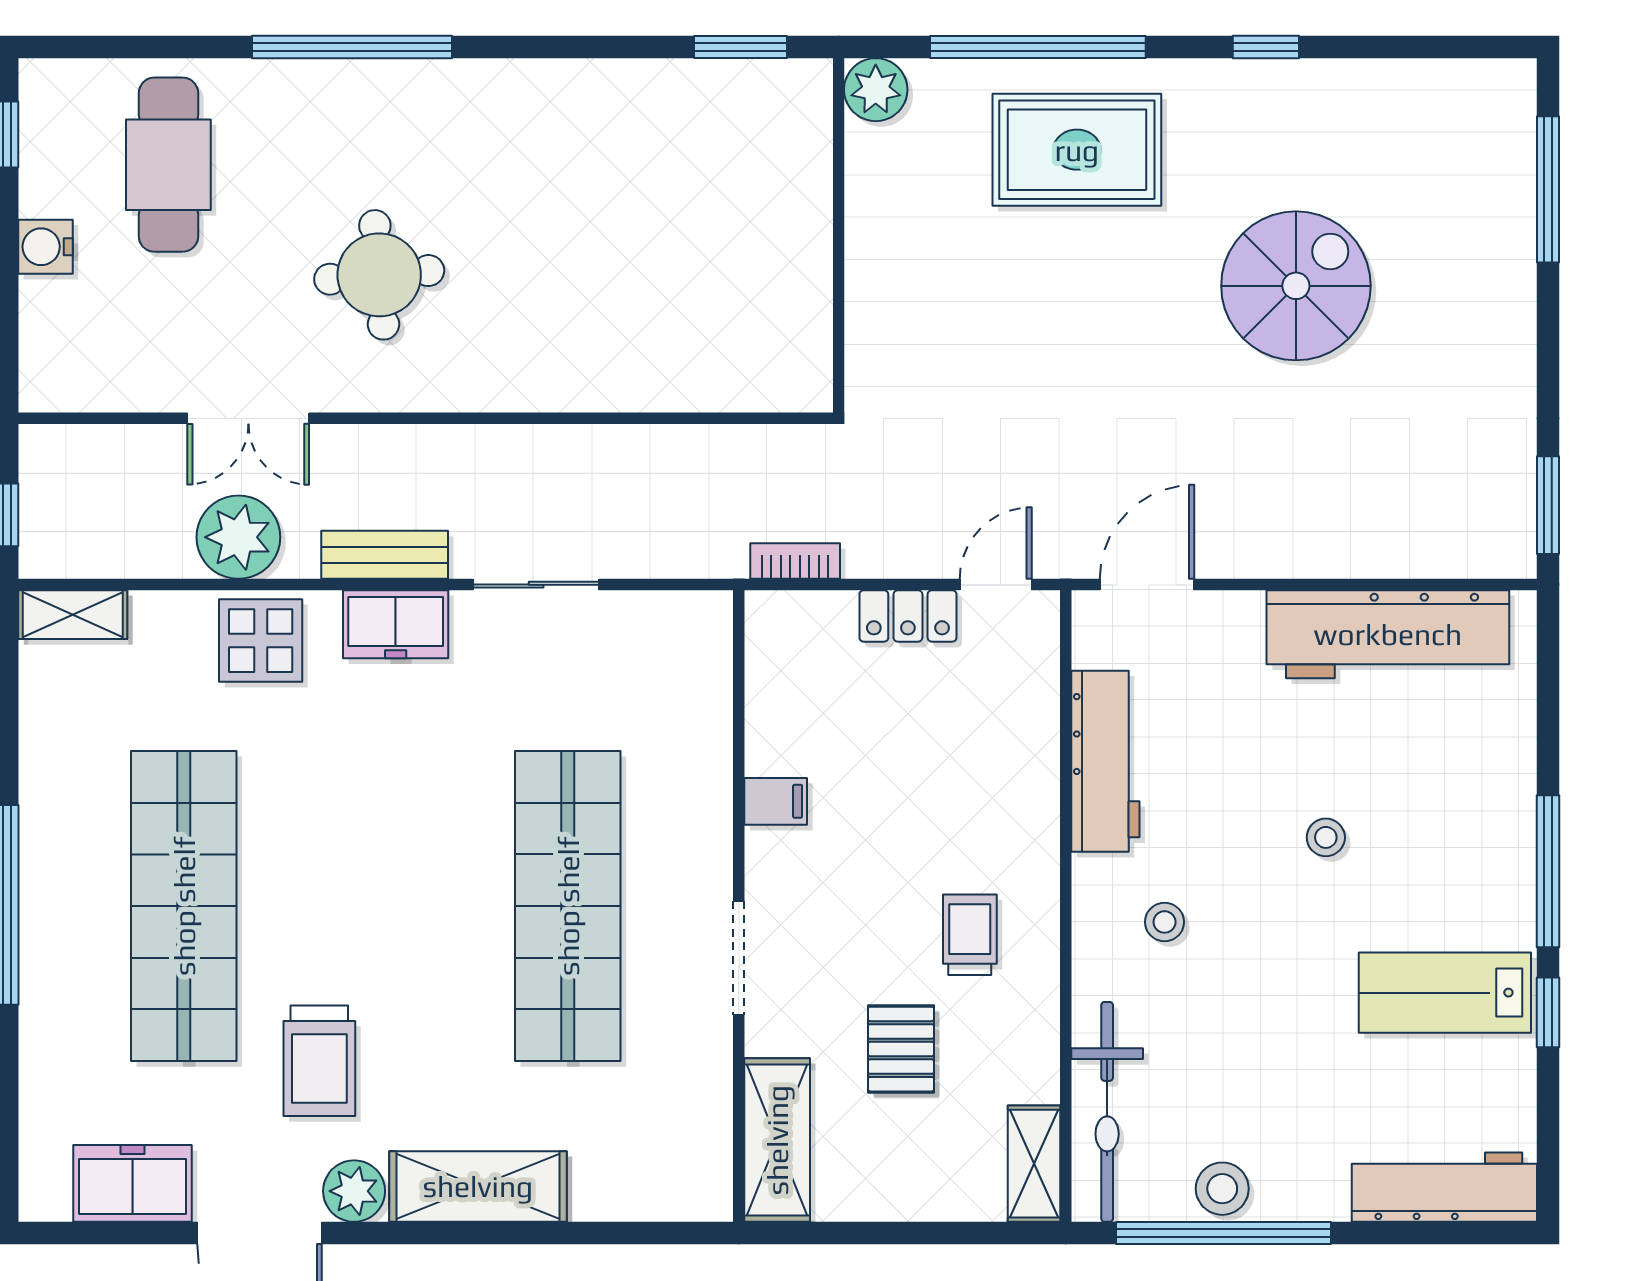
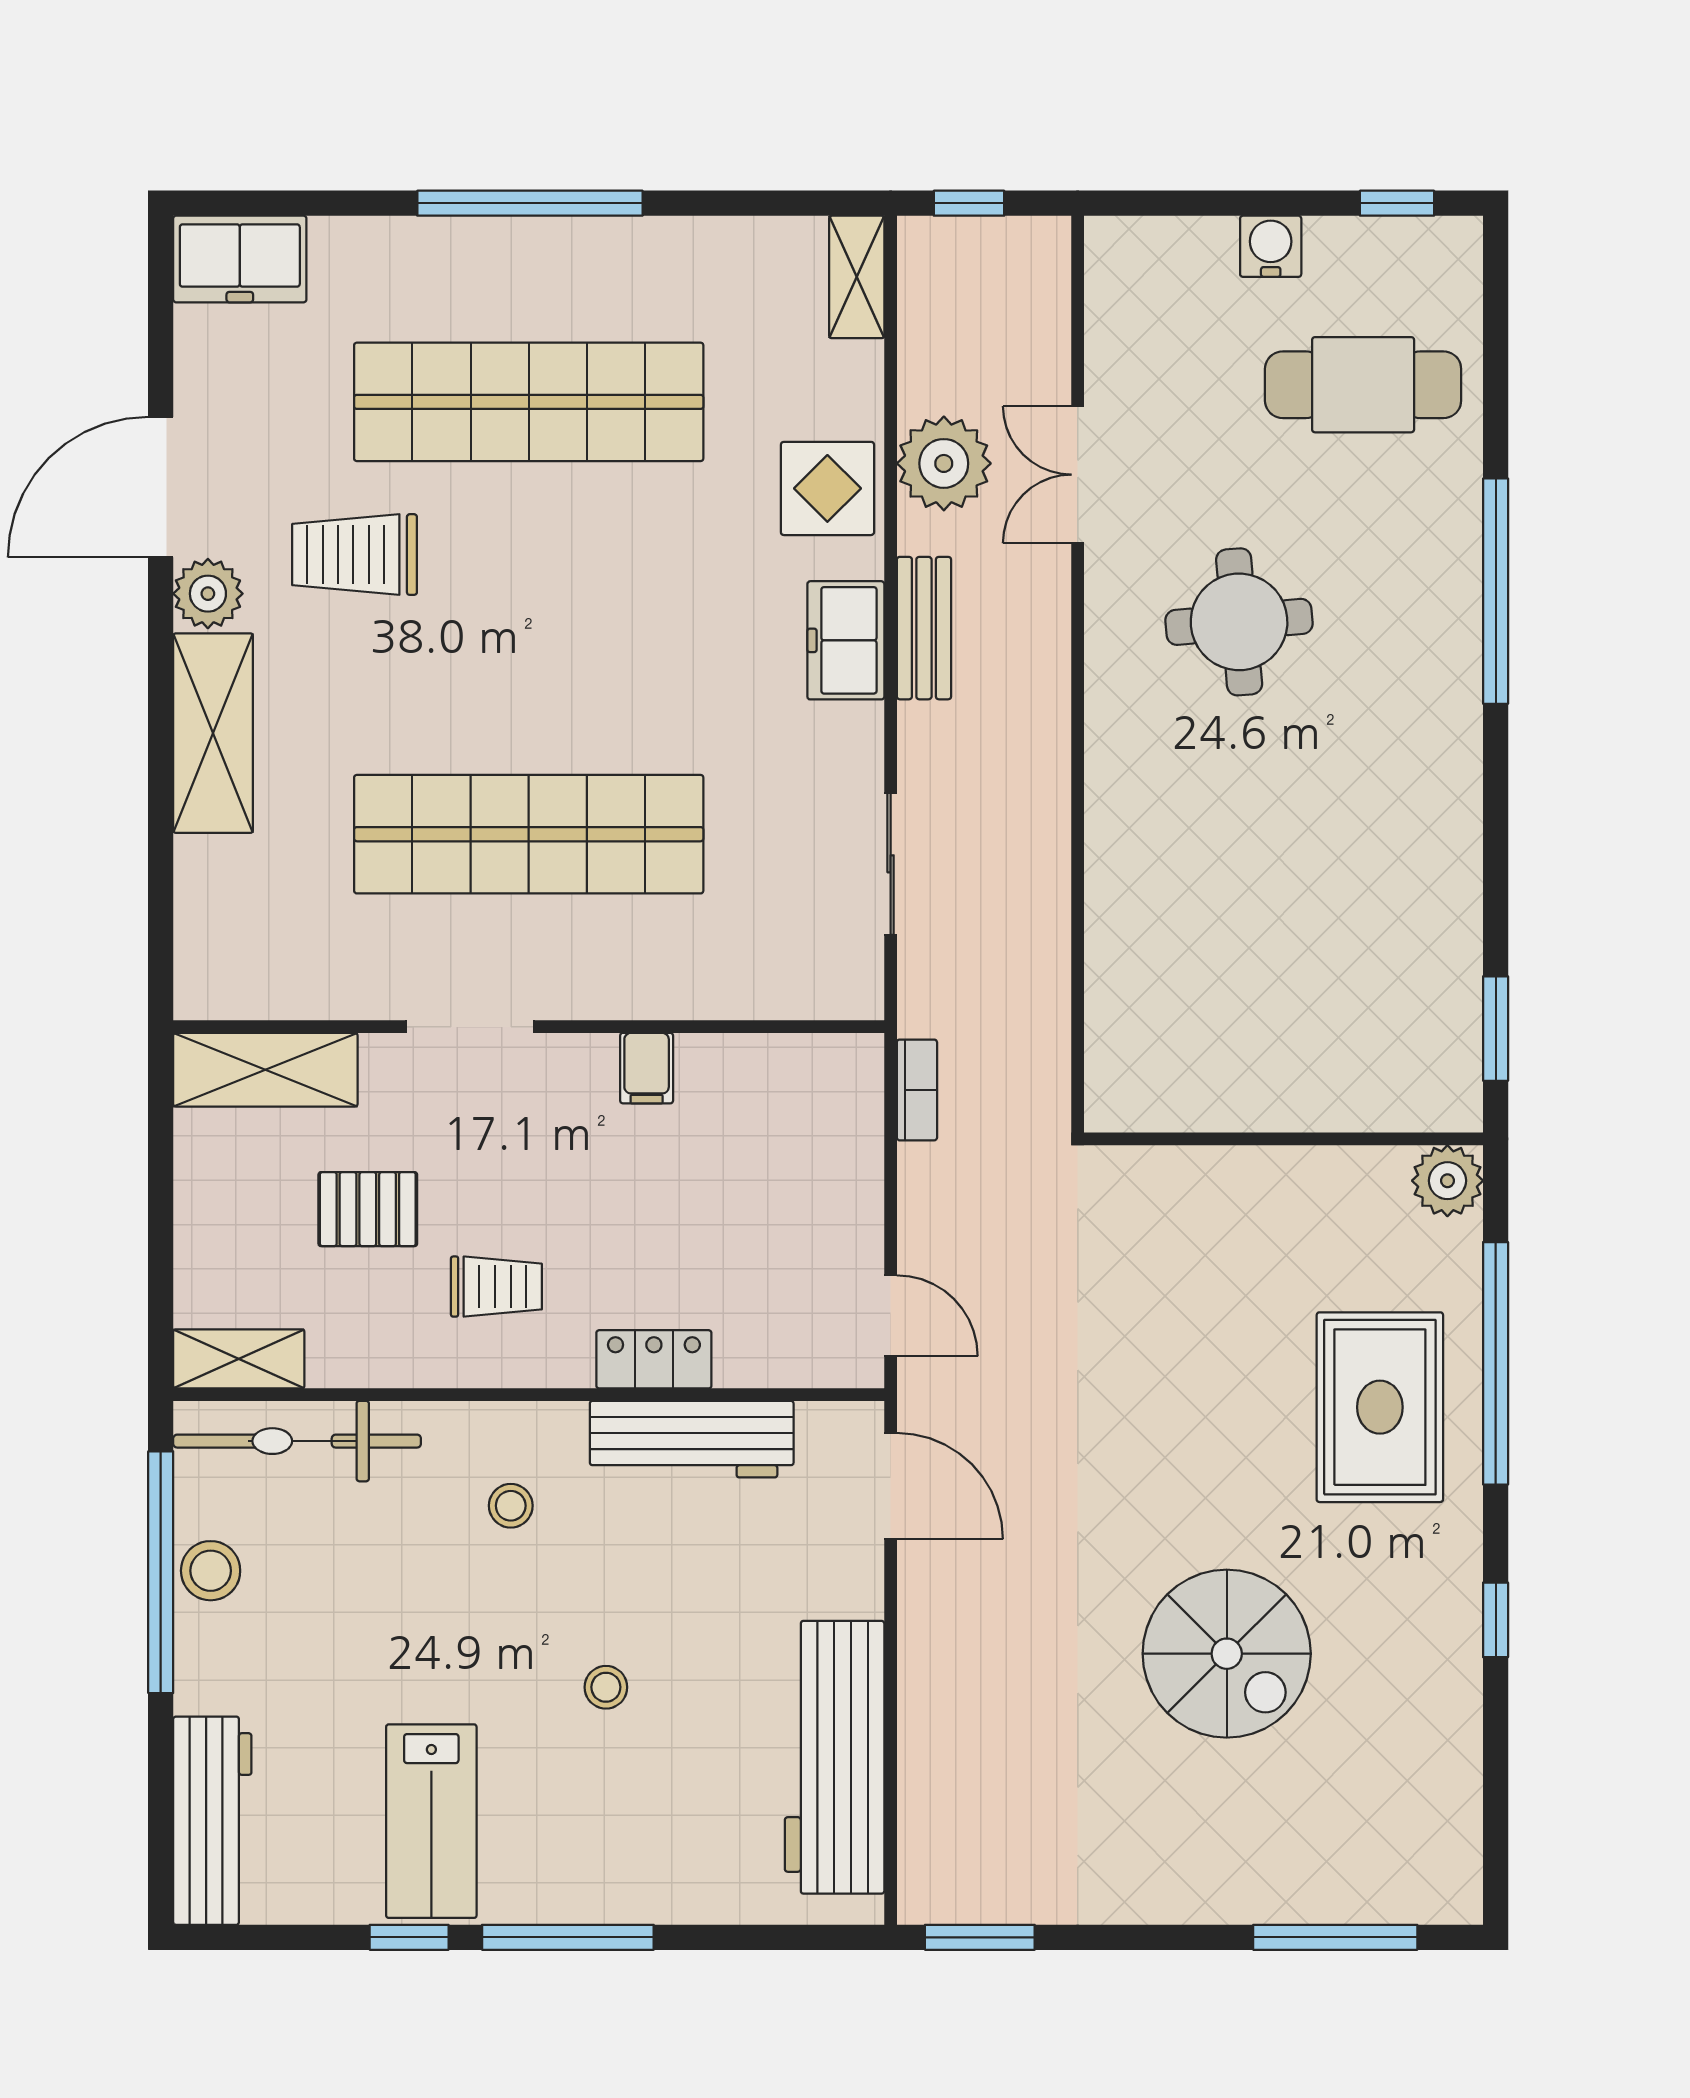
sliding door: (536, 585) -> (891, 864), moved
locker: (908, 616) -> (654, 1359), moved, turned 90
lab bench: (1445, 993) -> (431, 1821), turned 180
freezer: (132, 1183) -> (240, 259), moved, turned 90

